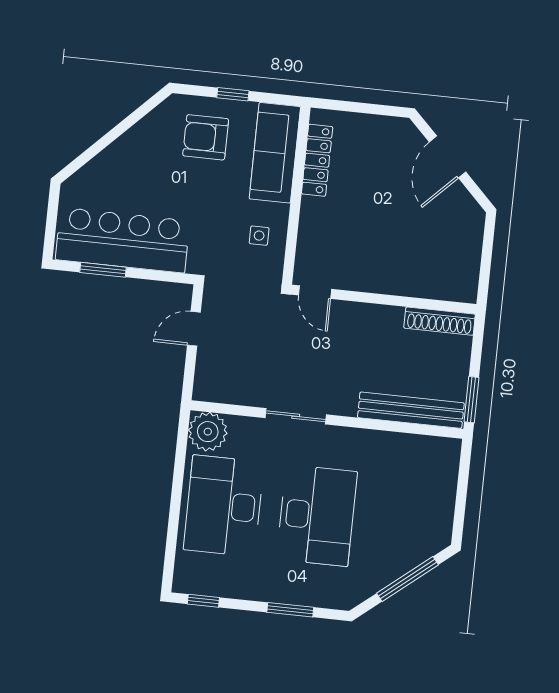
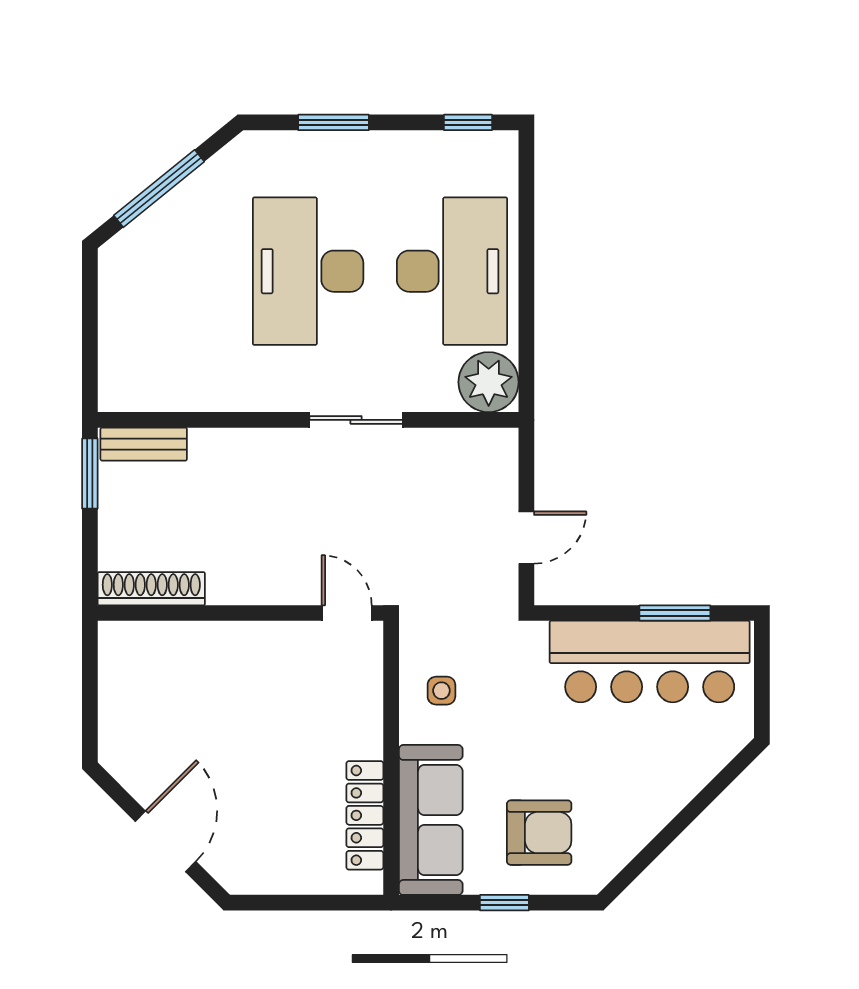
bench: (411, 410) -> (144, 444), width x0.54, depth x0.82

